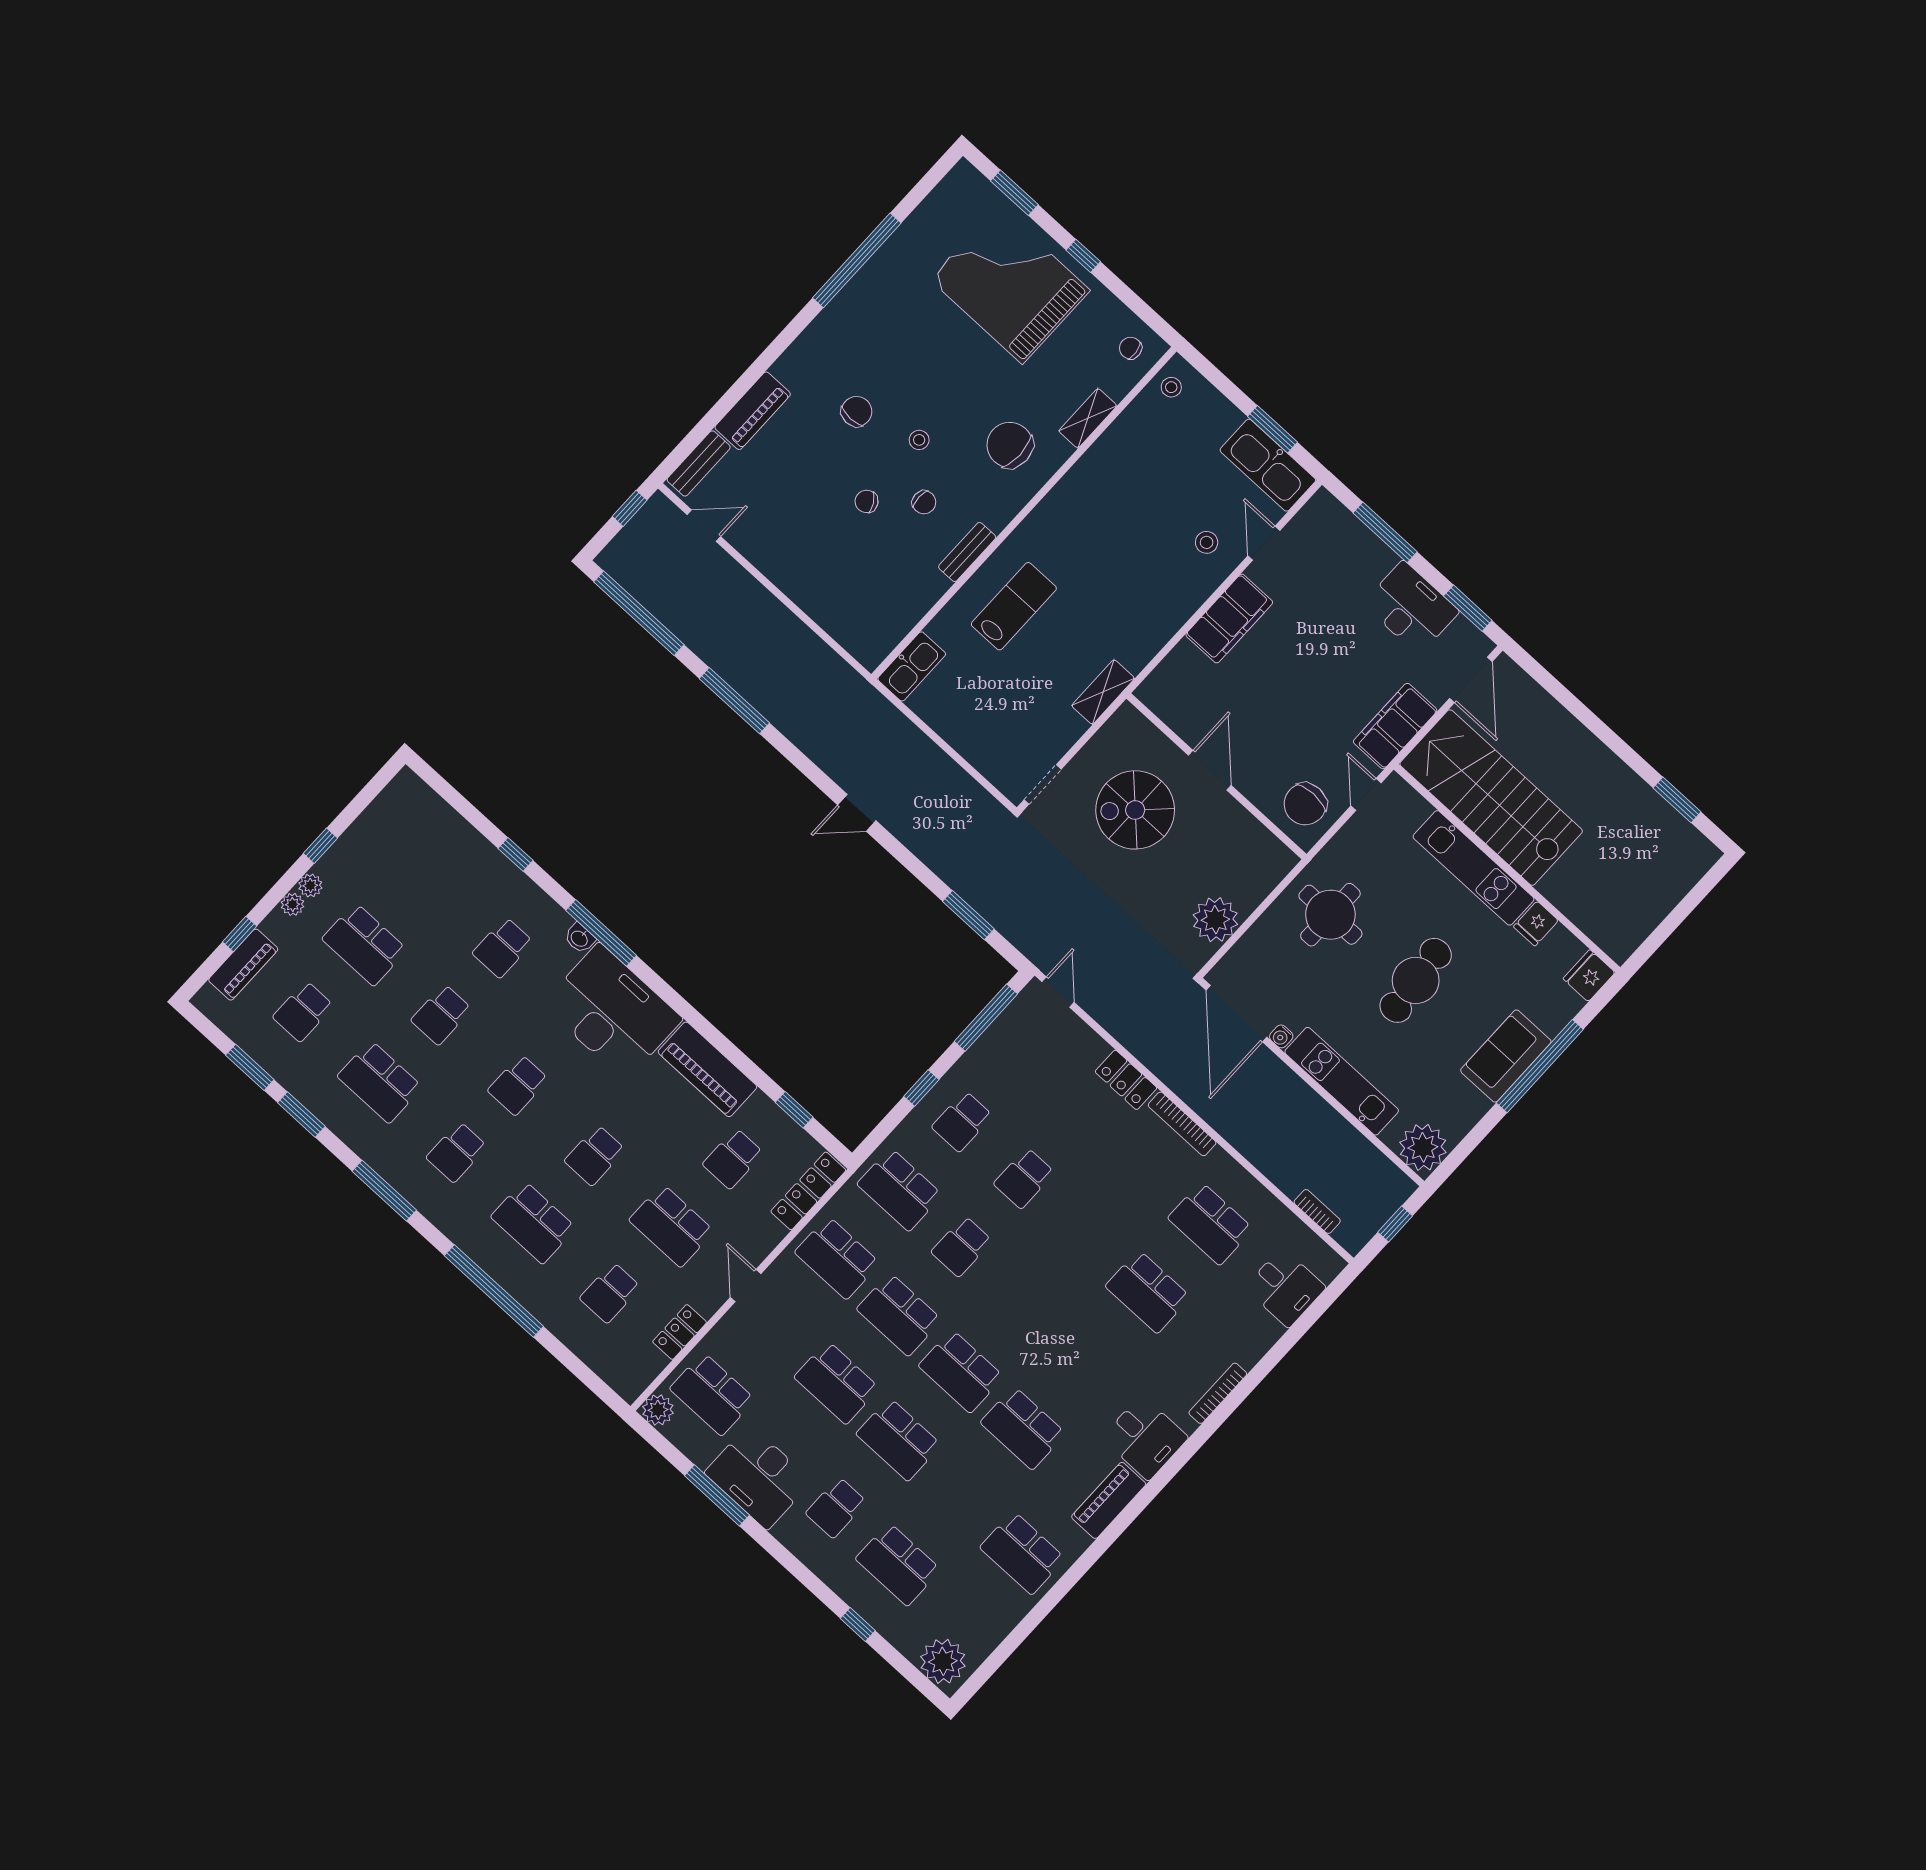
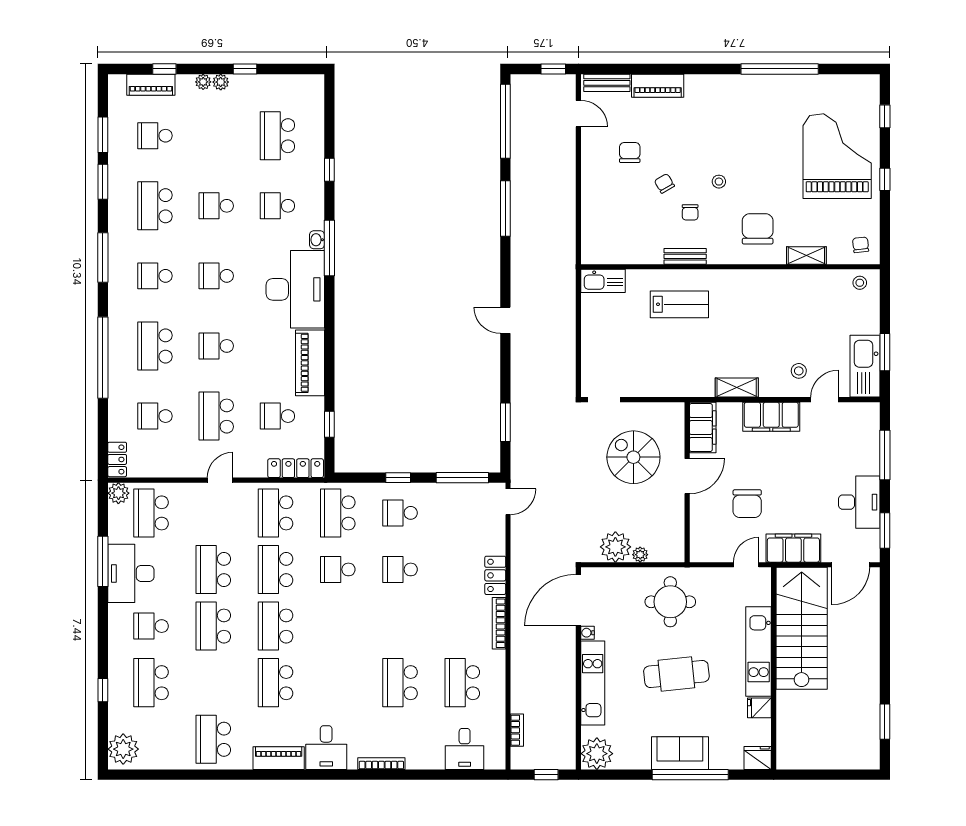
window: (1014, 193) -> (885, 116), width x0.67
chair: (857, 411) -> (630, 152), moved, turned -90
shelving: (1103, 692) -> (737, 388), moved
filing cabinet: (1172, 704) -> (703, 428), added
chair: (1305, 804) -> (747, 504), moved, turned -90
plant: (1249, 900) -> (640, 555), added
school desk: (365, 944) -> (277, 136), moved
locker: (680, 1332) -> (117, 459), moved, turned 90

